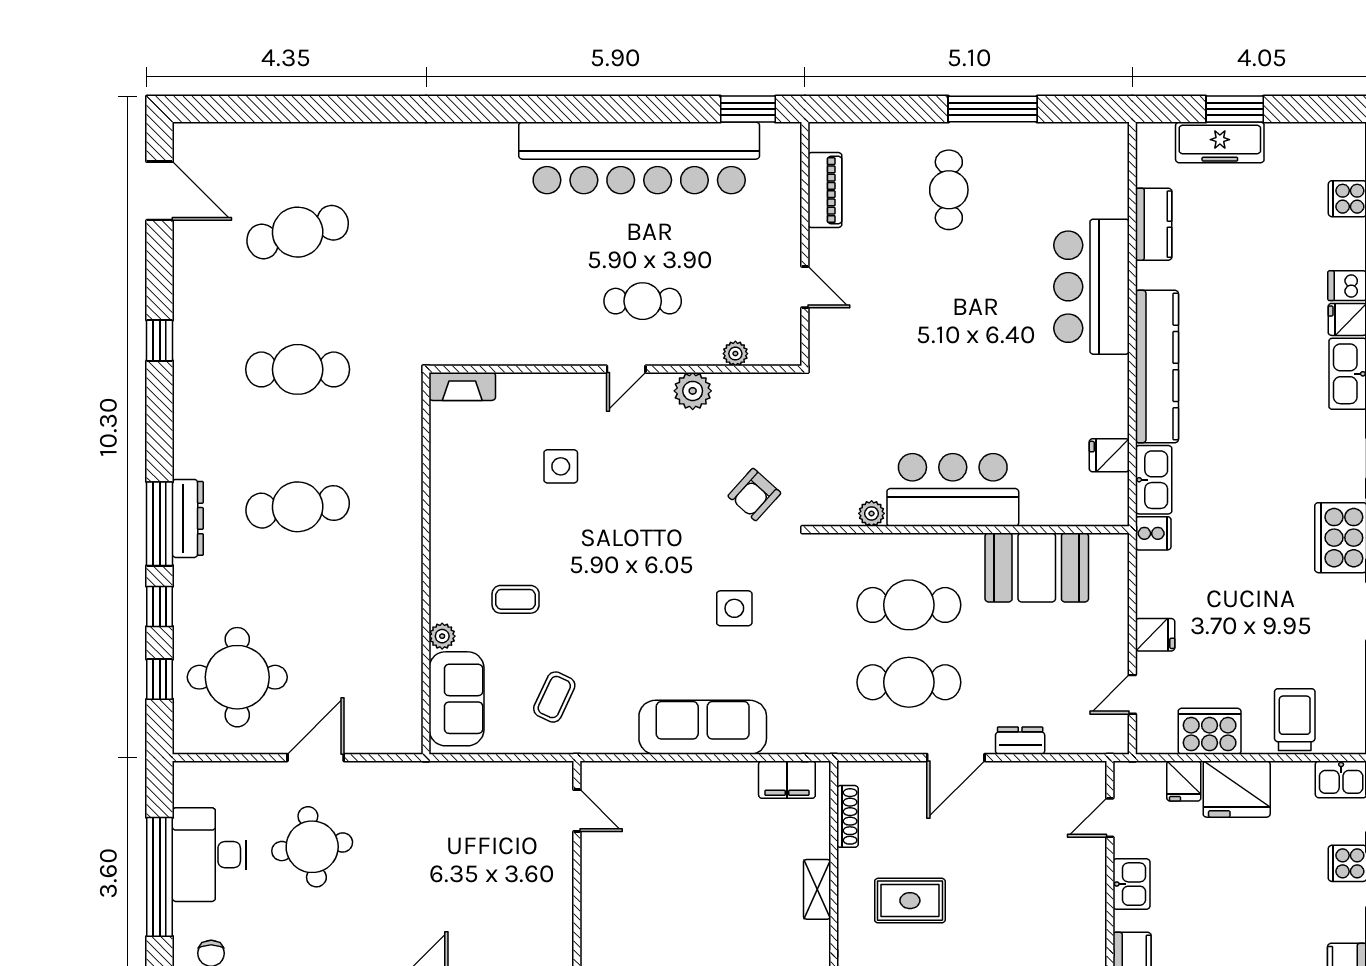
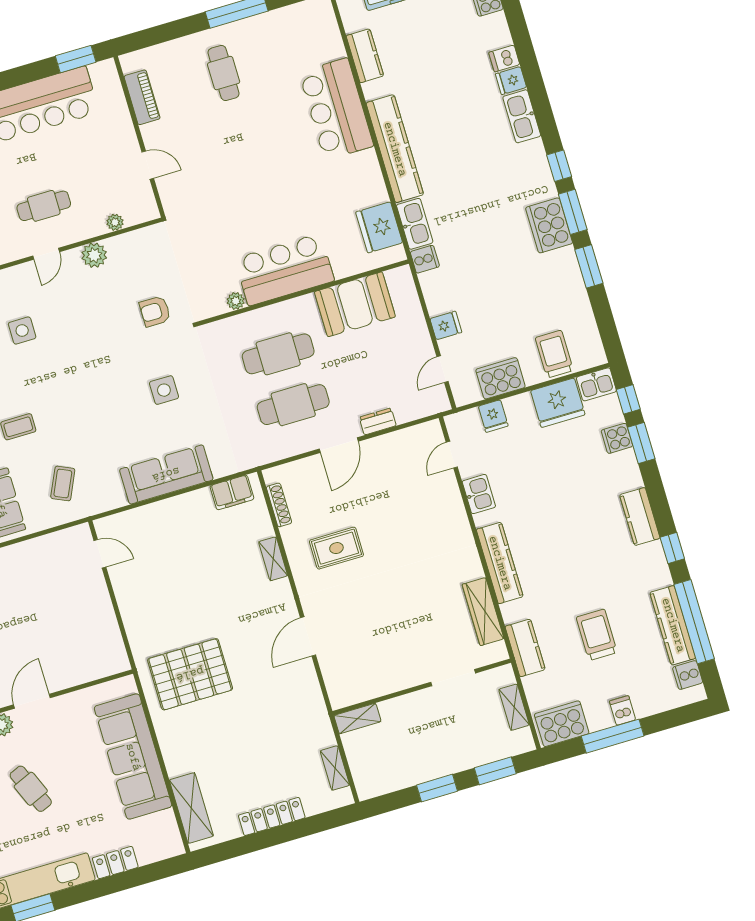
fridge: (1109, 455) -> (379, 227), width x1.88, depth x1.34
armchair: (754, 495) -> (155, 311), turned 48
fridge: (1237, 789) -> (558, 403), moved

